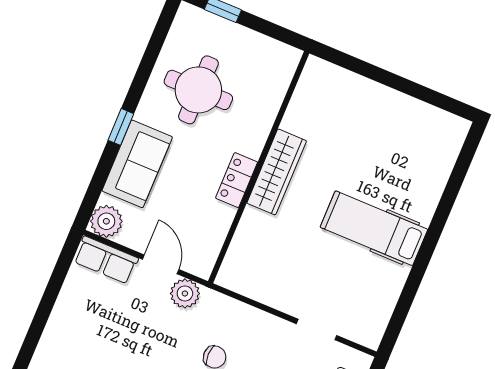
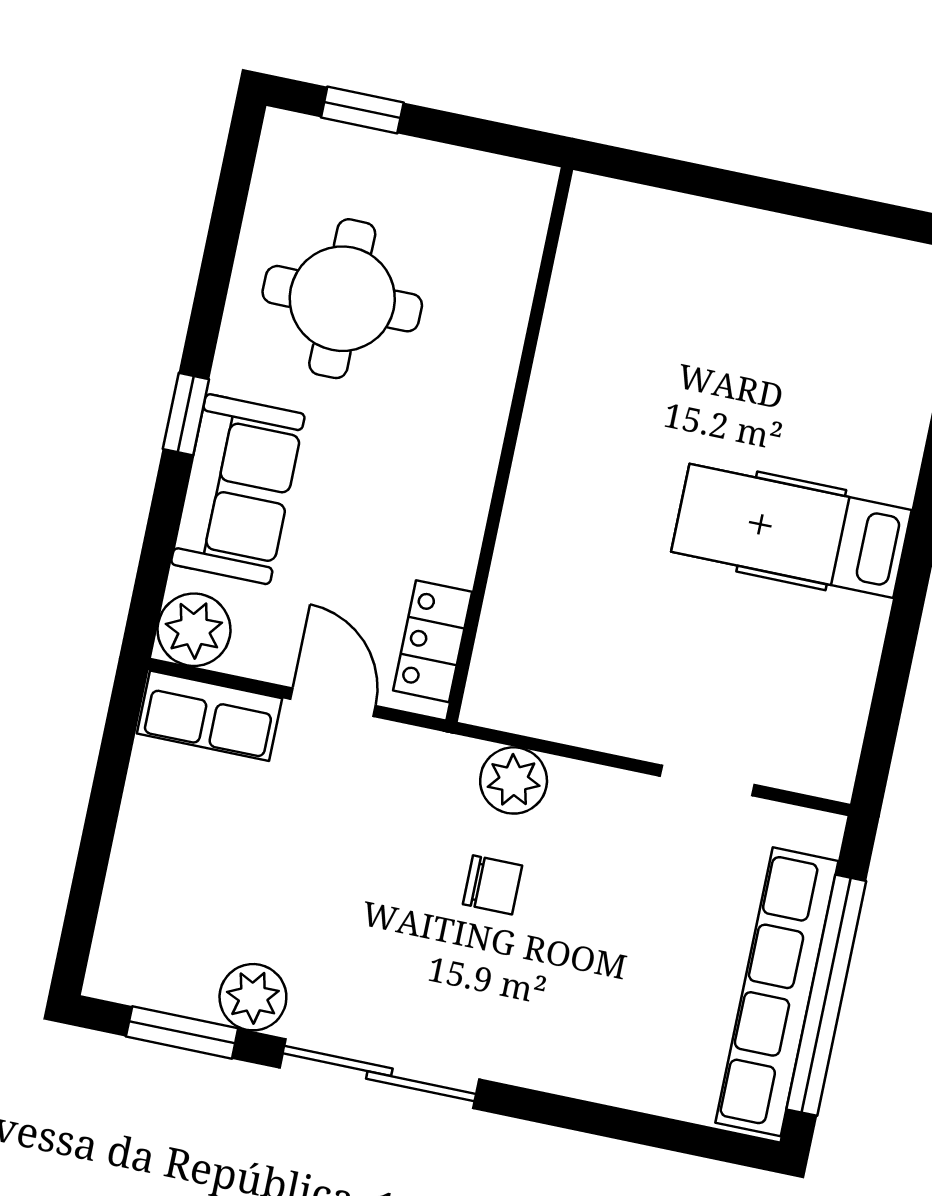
wardrobe: (277, 172) -> (551, 447), removed
locker: (237, 180) -> (433, 641), moved
plant: (185, 293) -> (514, 780), moved

